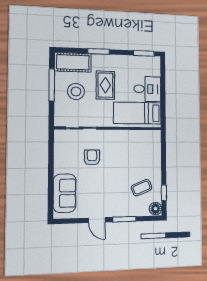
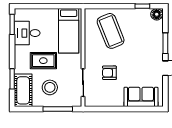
window: (99, 51) -> (12, 79), moved
window: (52, 85) -> (58, 109), moved
desk: (147, 89) -> (27, 33), moved, turned -90
coffee table: (142, 188) -> (111, 31), moved, width x1.86, depth x1.72

